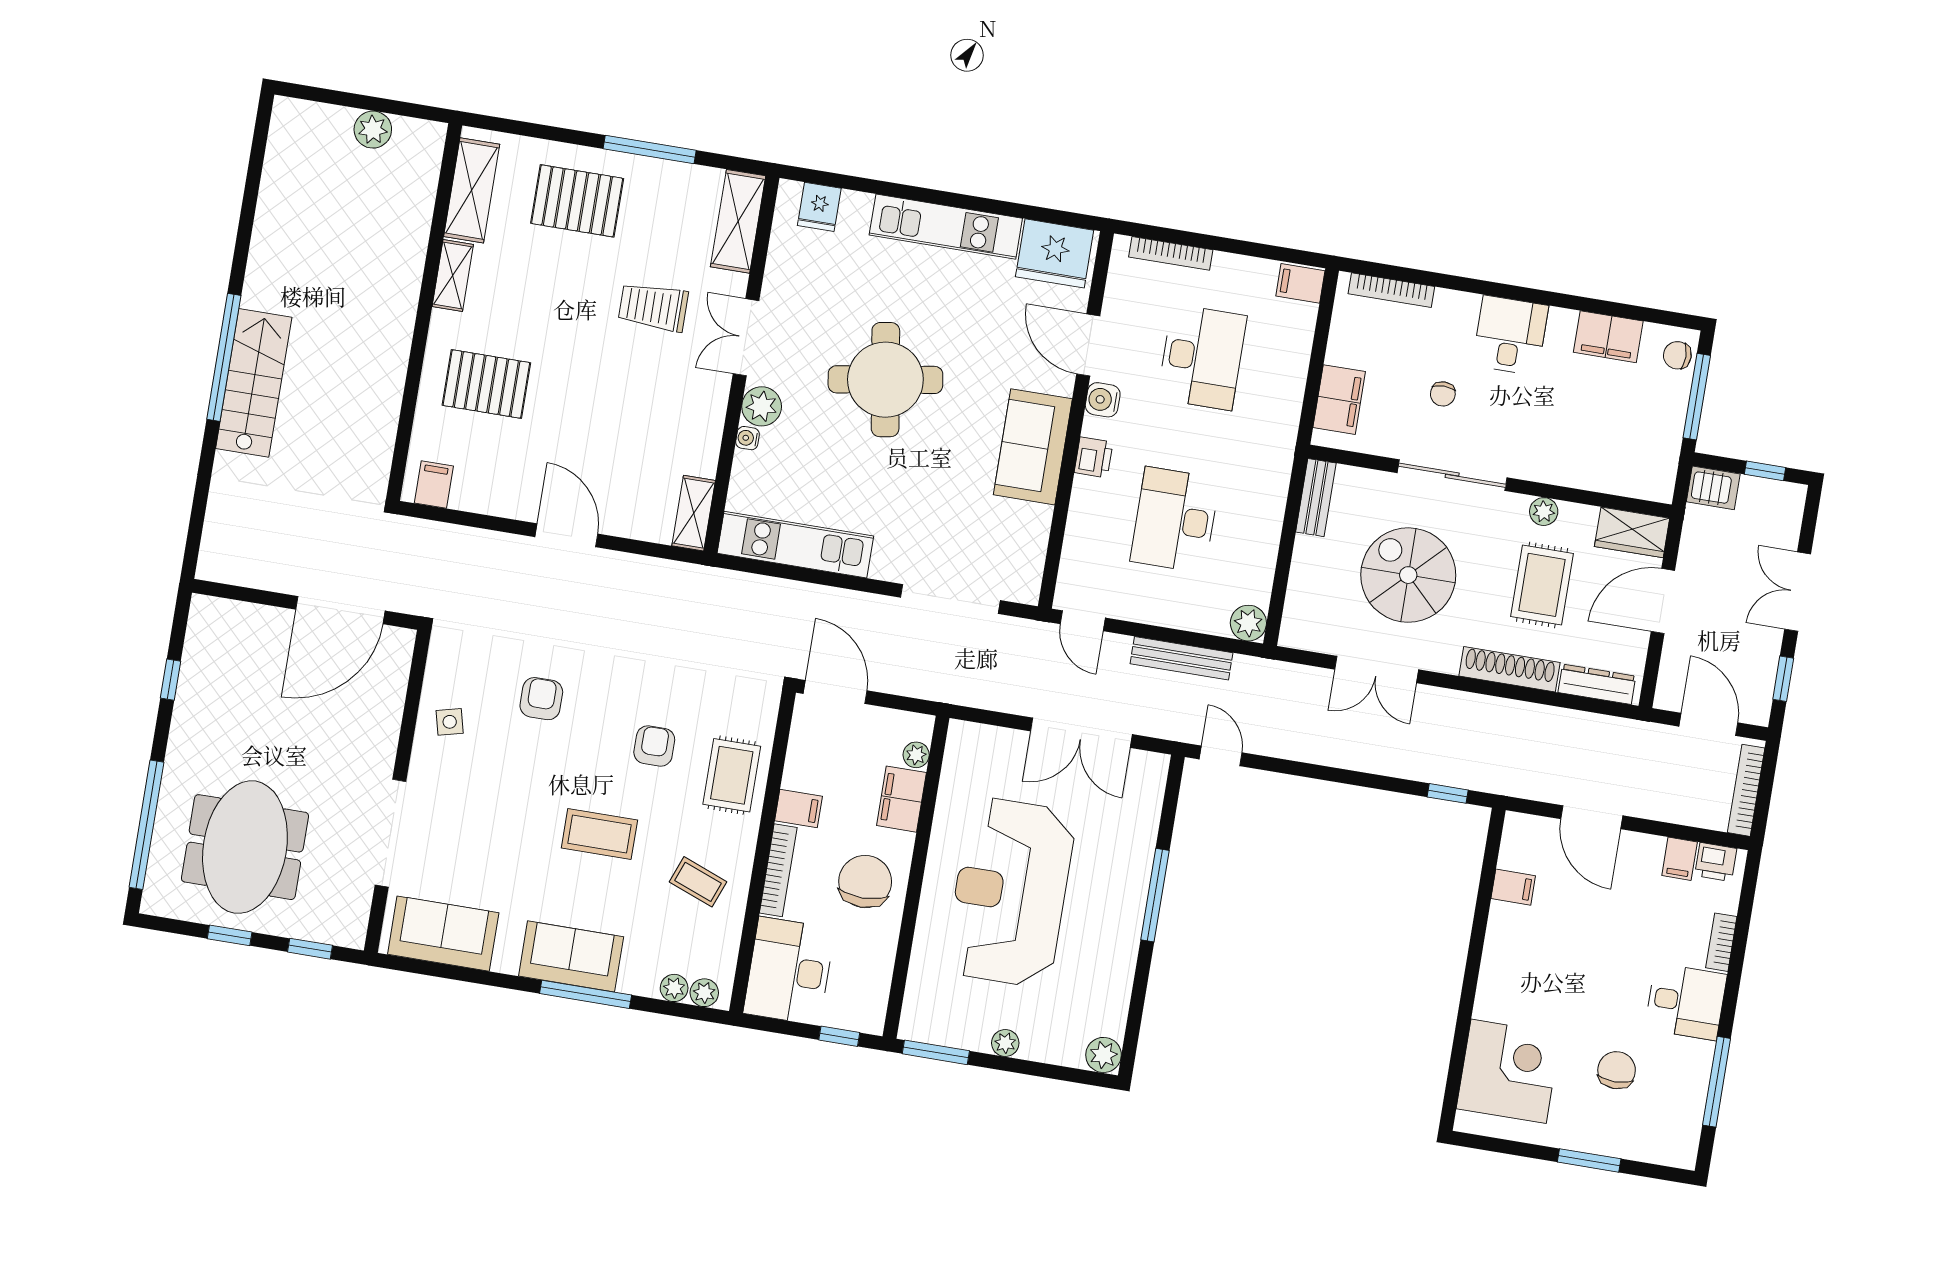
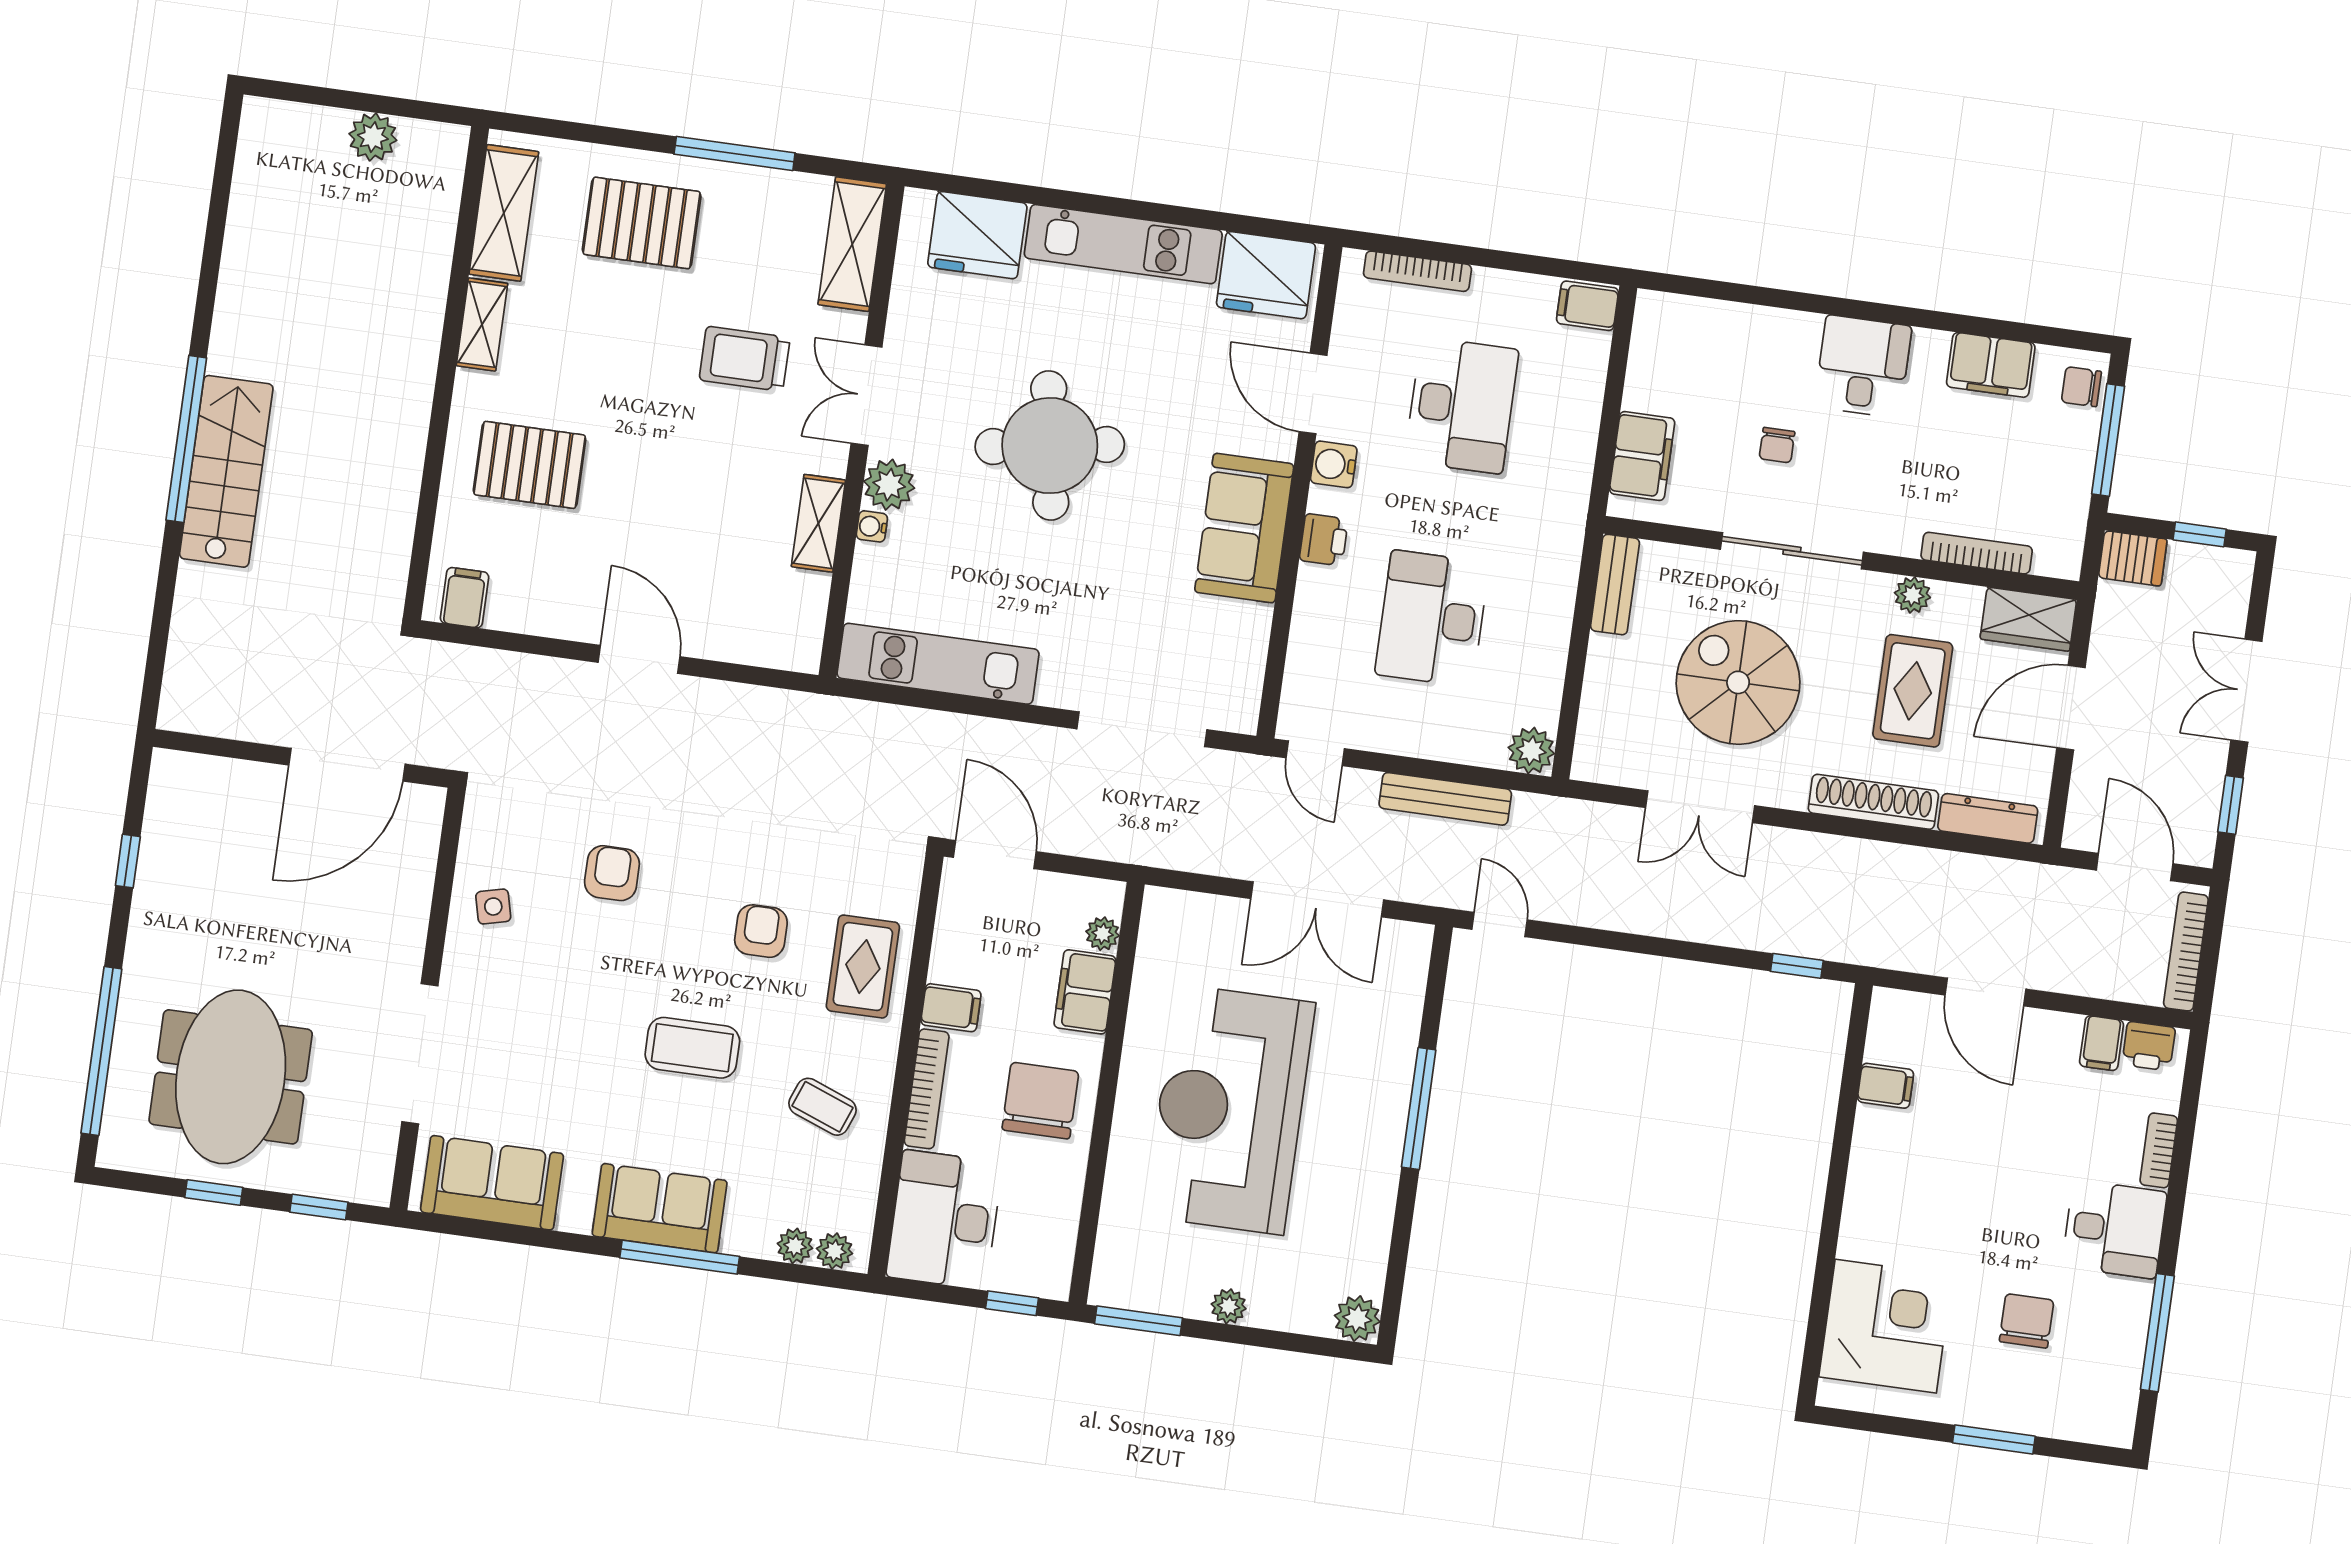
fridge: (819, 207) -> (977, 235), width x1.88, depth x1.34
bookcase: (1391, 290) -> (1977, 553), moved, turned 180
shelving: (694, 513) -> (818, 523), moved

